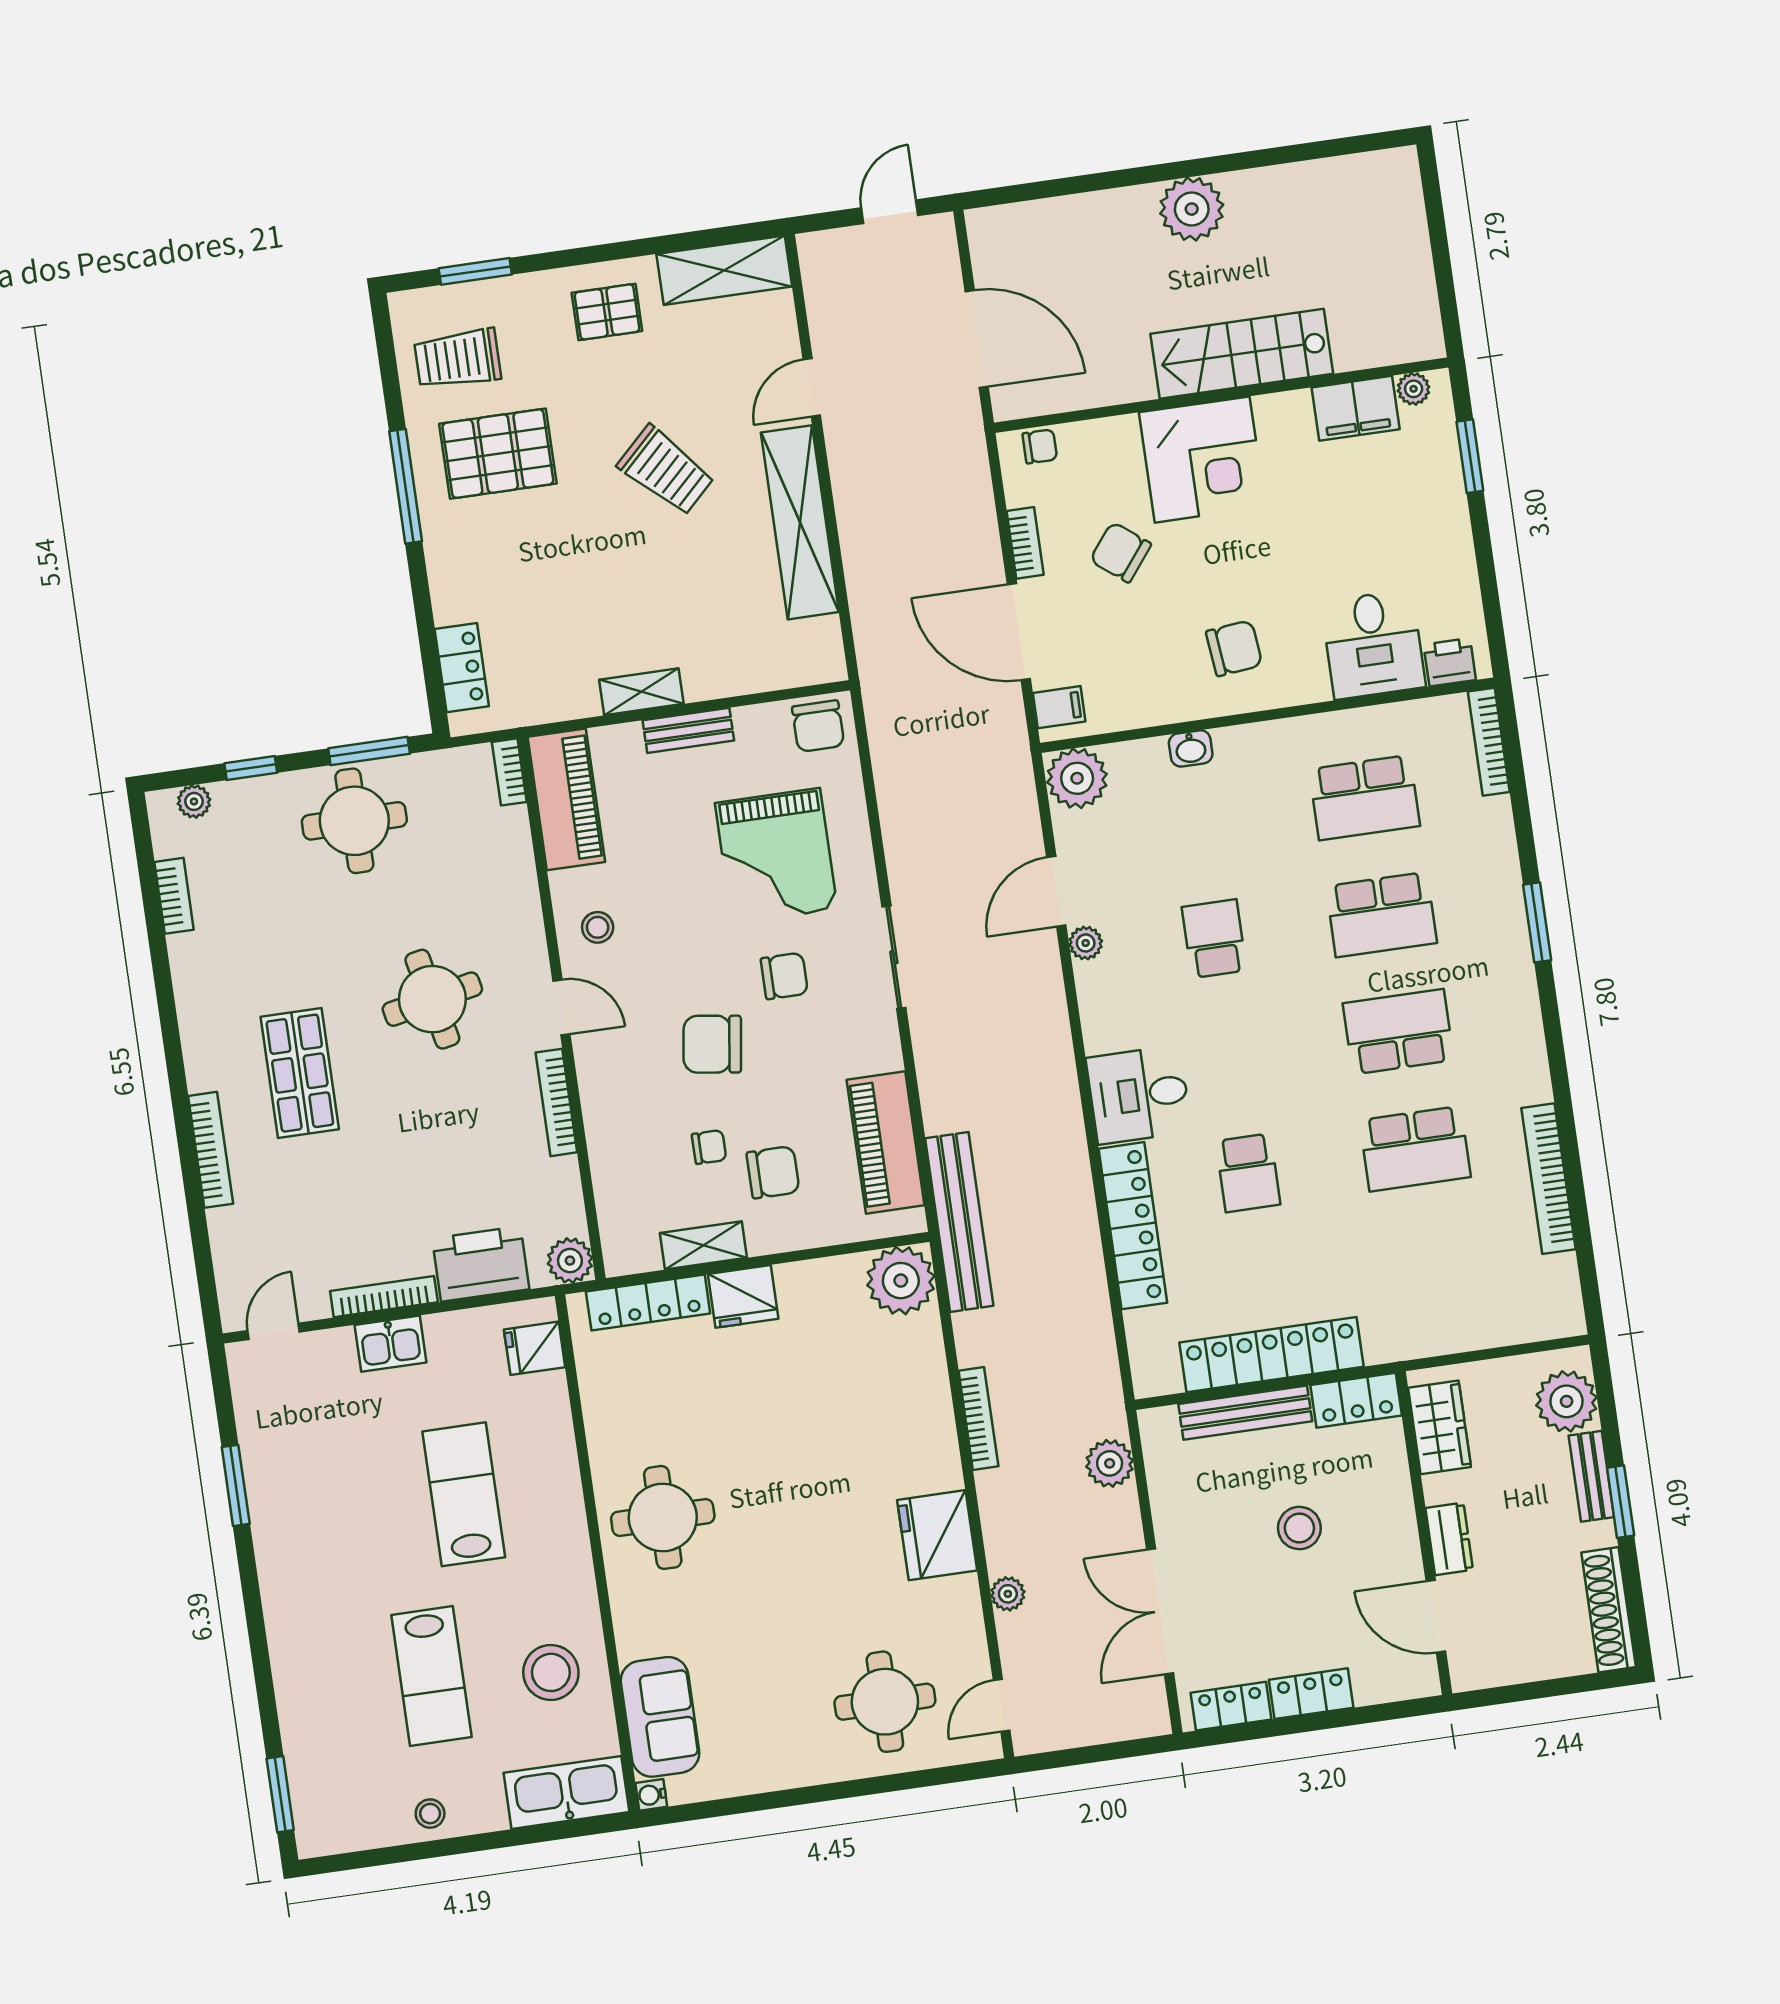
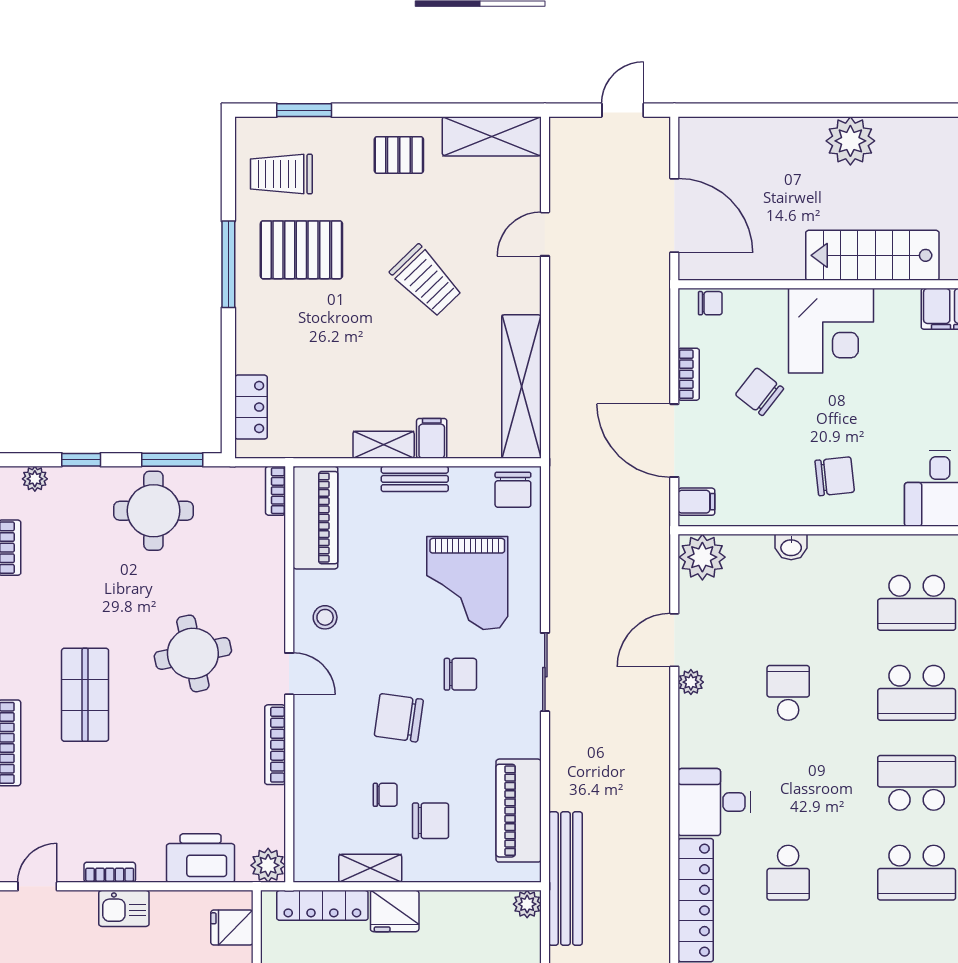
shelving: (800, 522) -> (521, 387), moved
filing cabinet: (703, 675) -> (432, 438), added
plant: (901, 1281) -> (527, 904), width x0.53, depth x0.53
bookcase: (384, 1297) -> (110, 872), width x0.64

